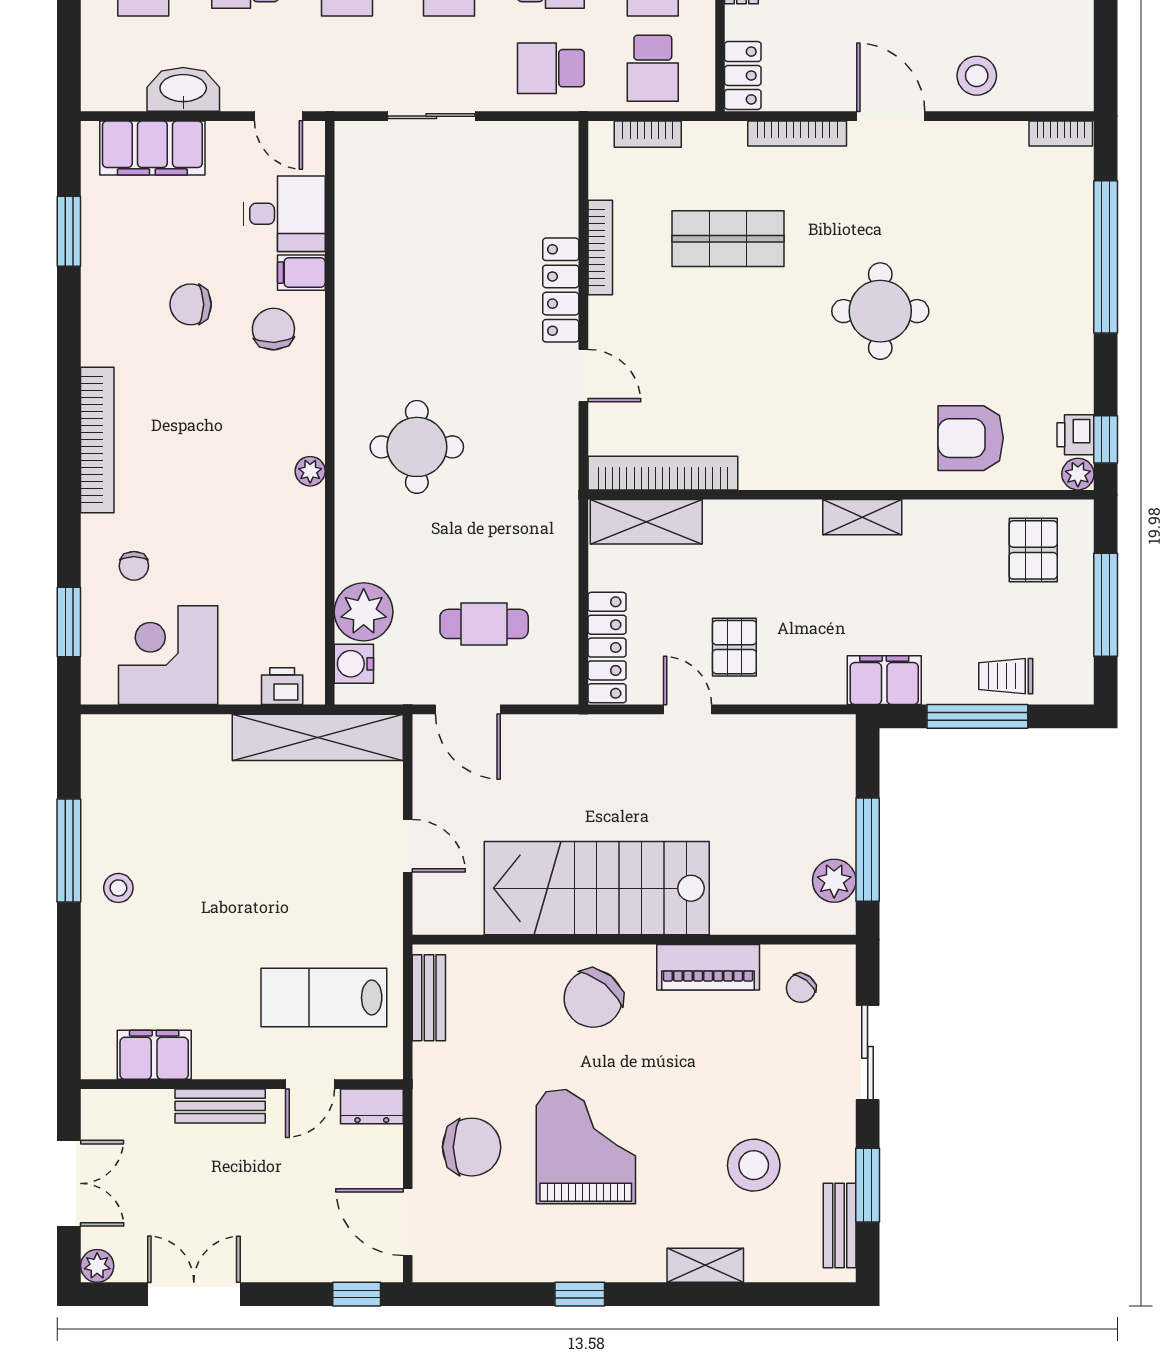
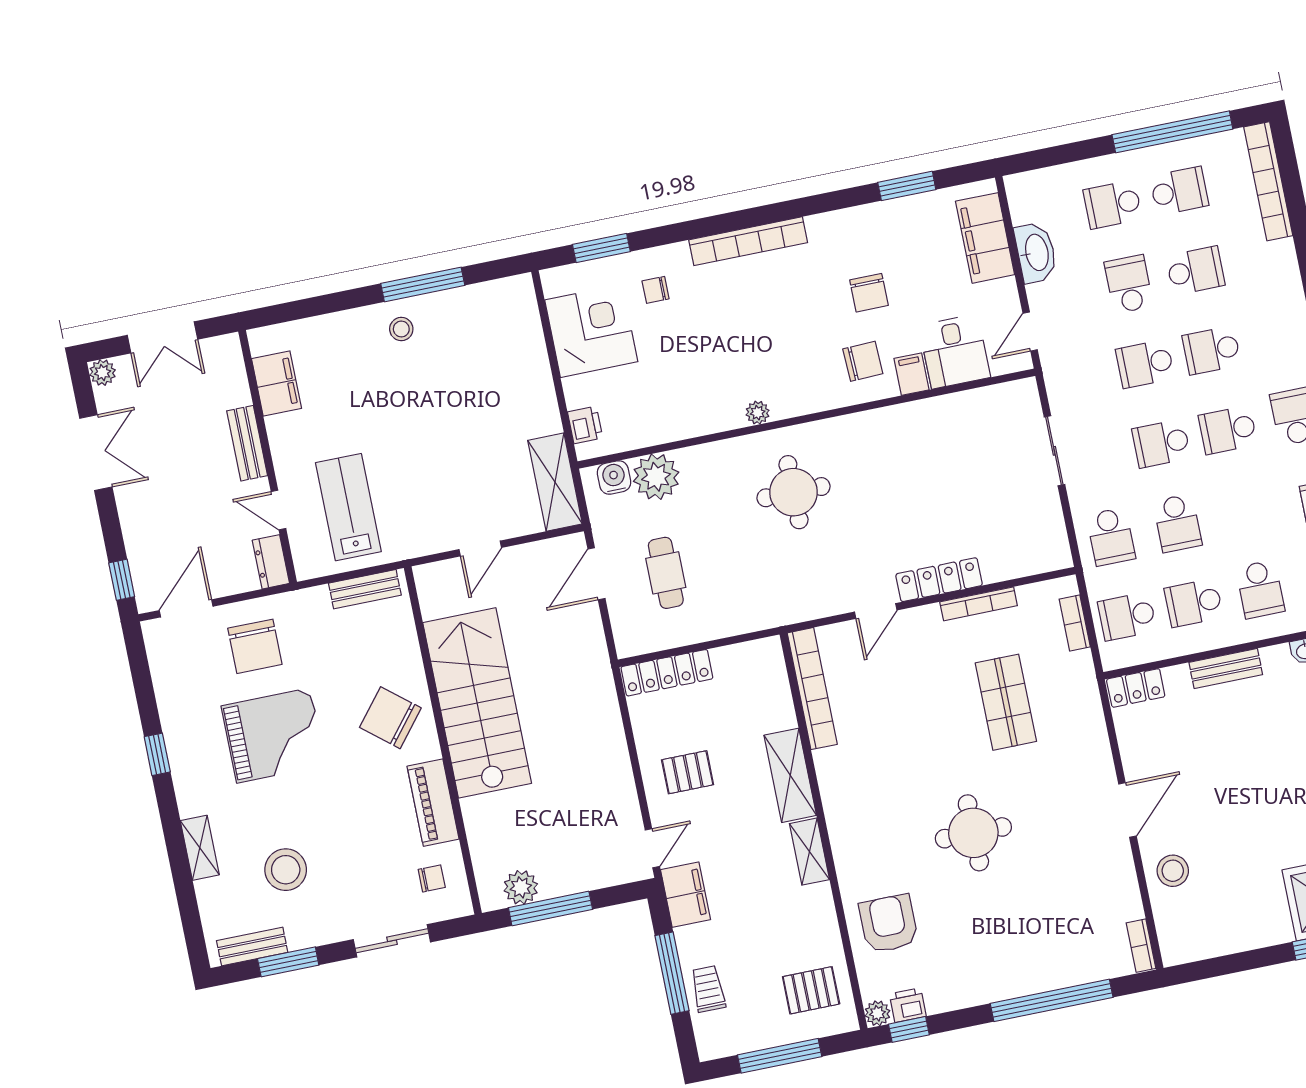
school desk: (551, 68) -> (1111, 537), turned 180
bookcase: (797, 133) -> (1099, 740), removed
chair: (191, 304) -> (869, 293), turned 180
shelving: (646, 522) -> (790, 775), moved
door: (688, 709) -> (652, 848), moved
shelving: (318, 737) -> (555, 482), width x0.68
chair: (801, 988) -> (432, 878), turned 142

